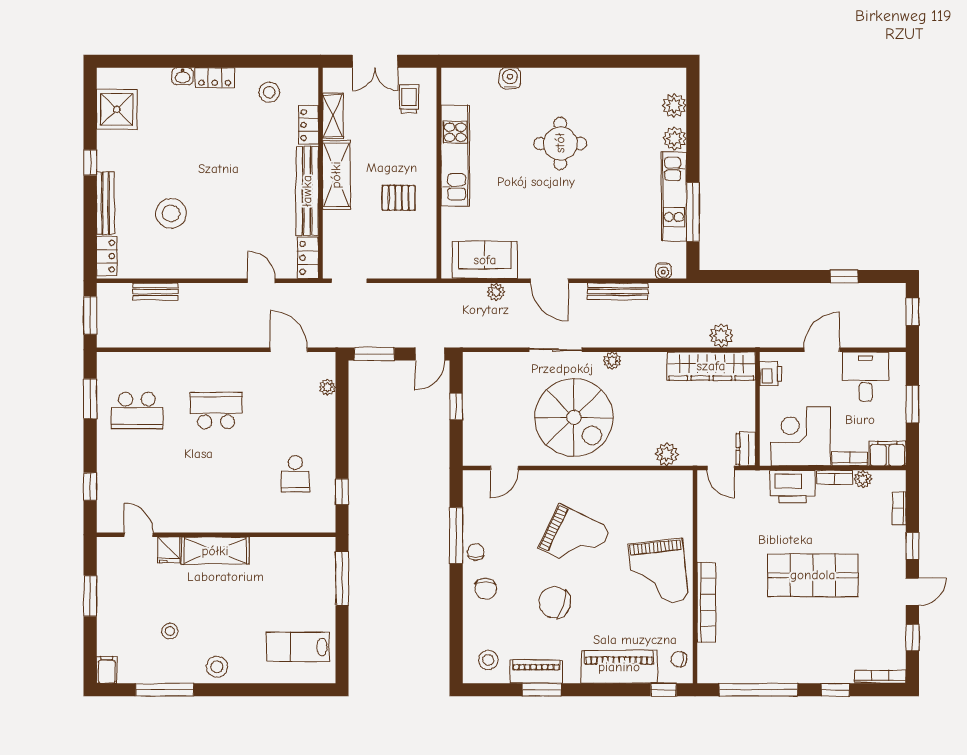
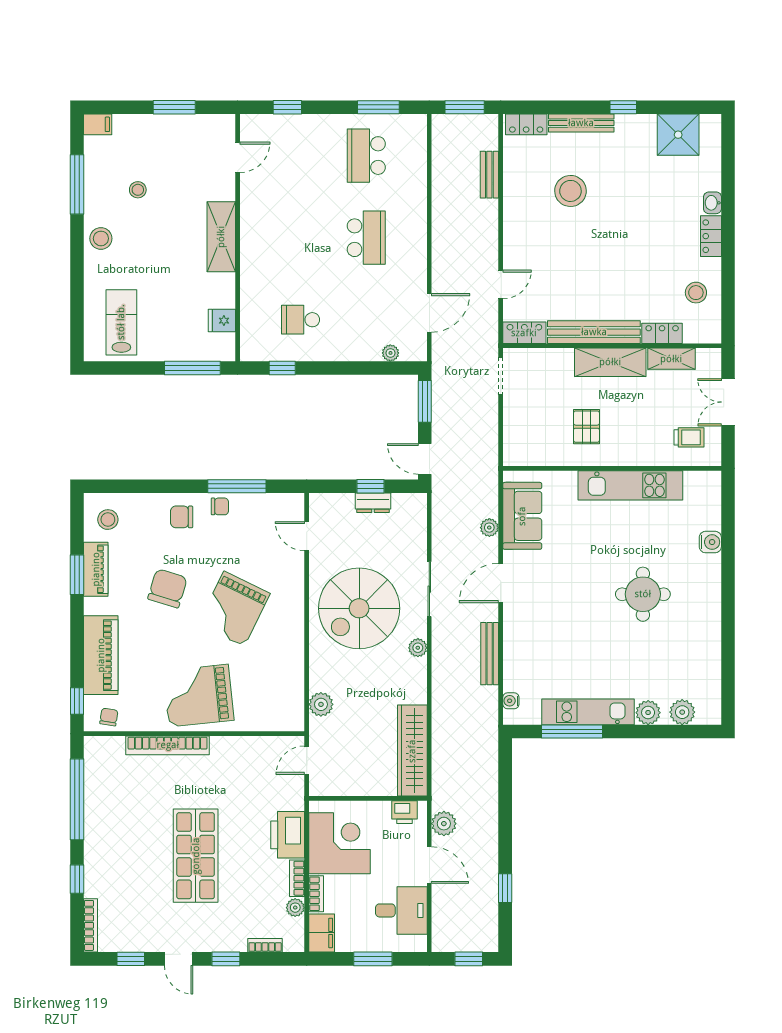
plant: (721, 336) -> (444, 824), moved
dresser: (746, 449) -> (373, 503), moved, turned 180
fridge: (169, 550) -> (222, 321), moved

